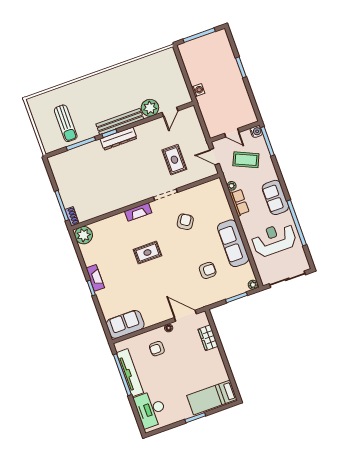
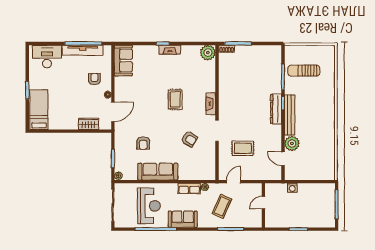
wall: (235, 132) -> (263, 205), moved
water cooler: (256, 132) -> (242, 223), removed
door: (232, 133) -> (263, 203), moved

